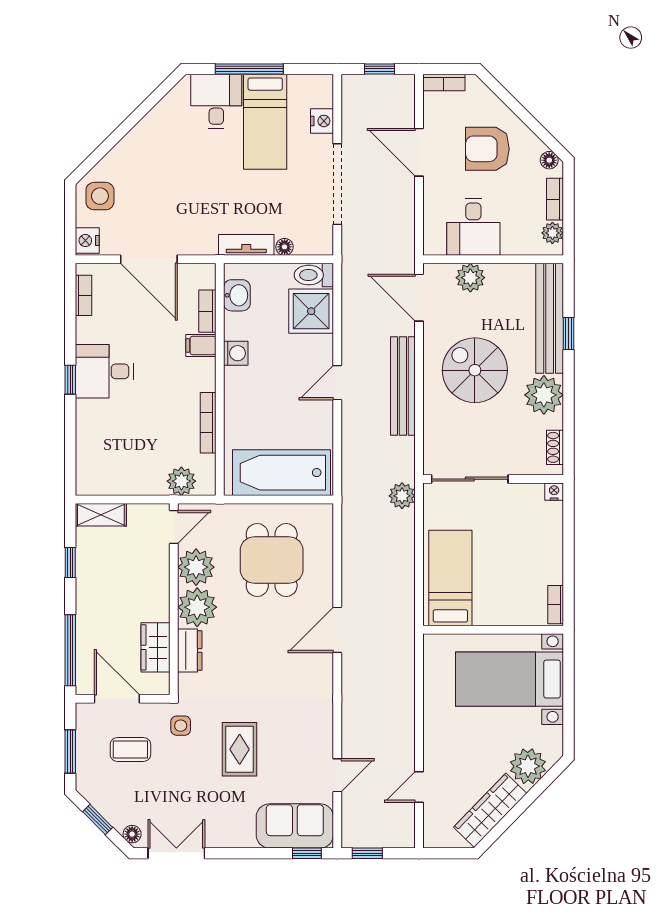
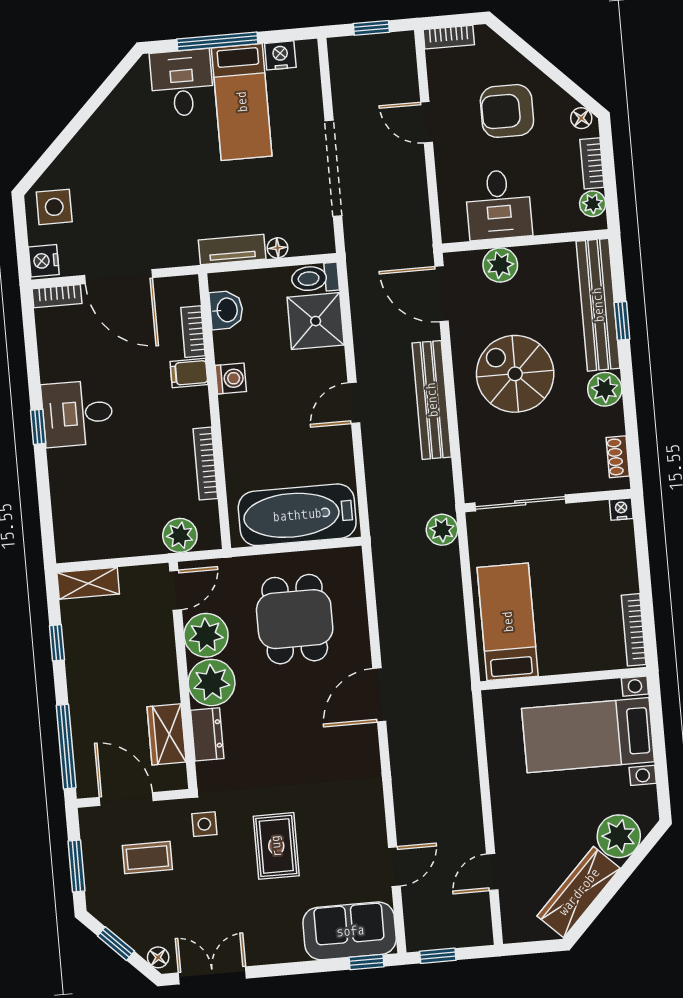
nightstand: (322, 121) -> (280, 55), moved, turned -90
door: (419, 152) -> (427, 122), width x0.73
bookcase: (83, 295) -> (57, 296), moved, turned 90
plant: (544, 395) -> (605, 389), width x0.73, depth x0.73
bookcase: (556, 605) -> (634, 630), width x1.56

